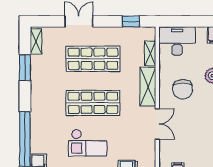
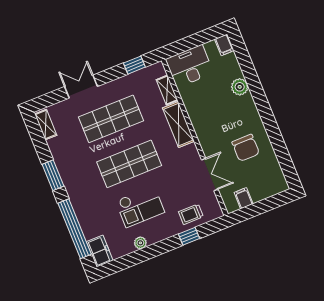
window: (25, 68) -> (53, 175), moved
chair: (182, 89) -> (246, 148), moved
double door: (157, 124) -> (210, 174), moved

